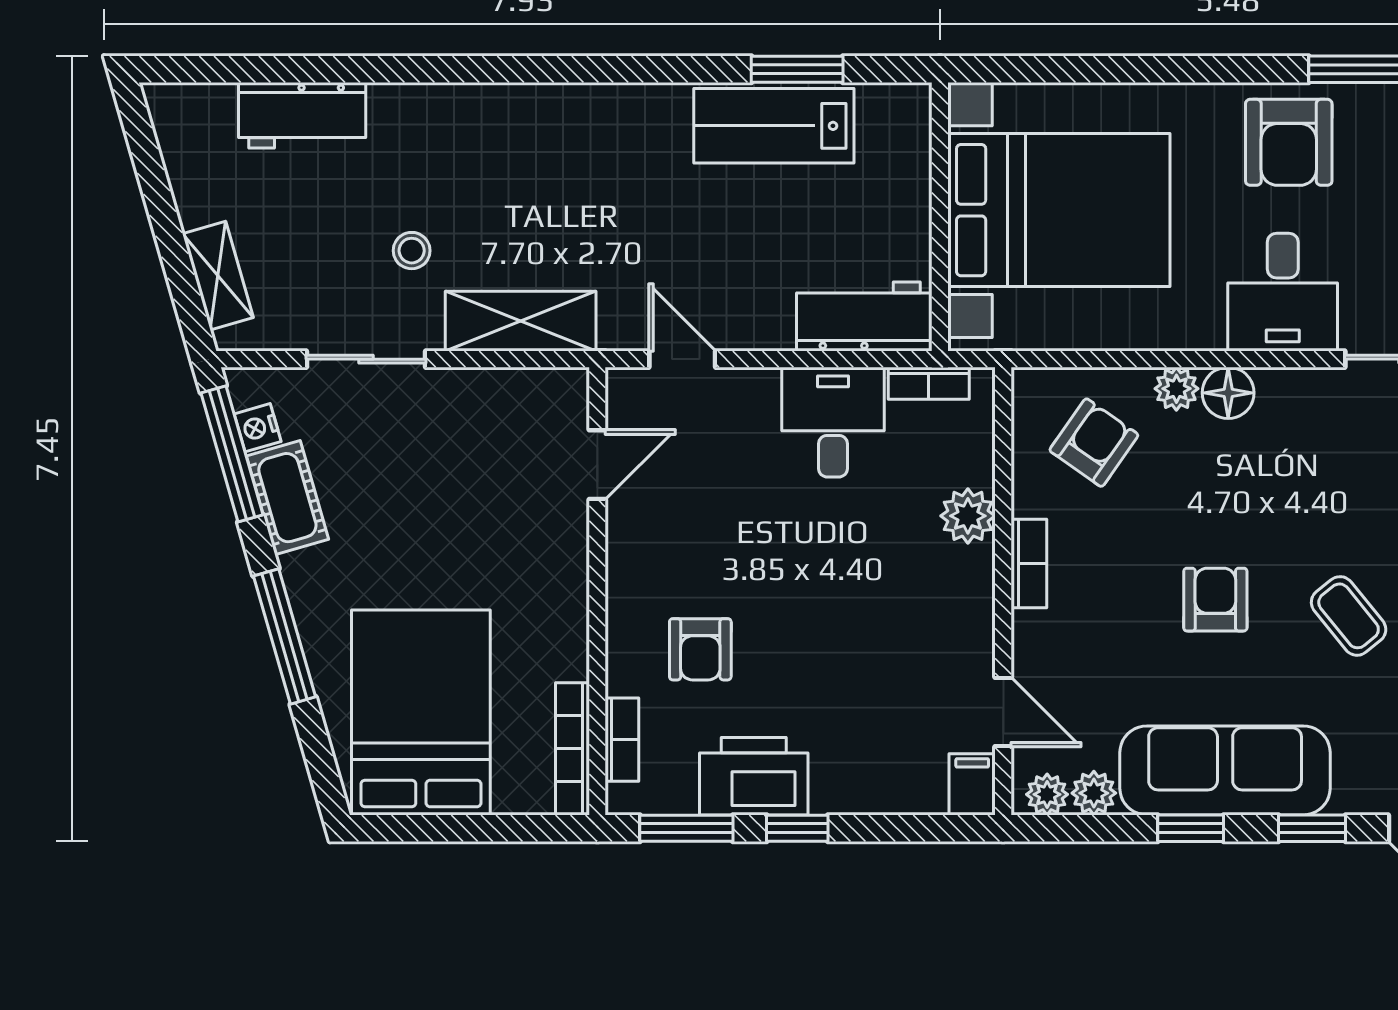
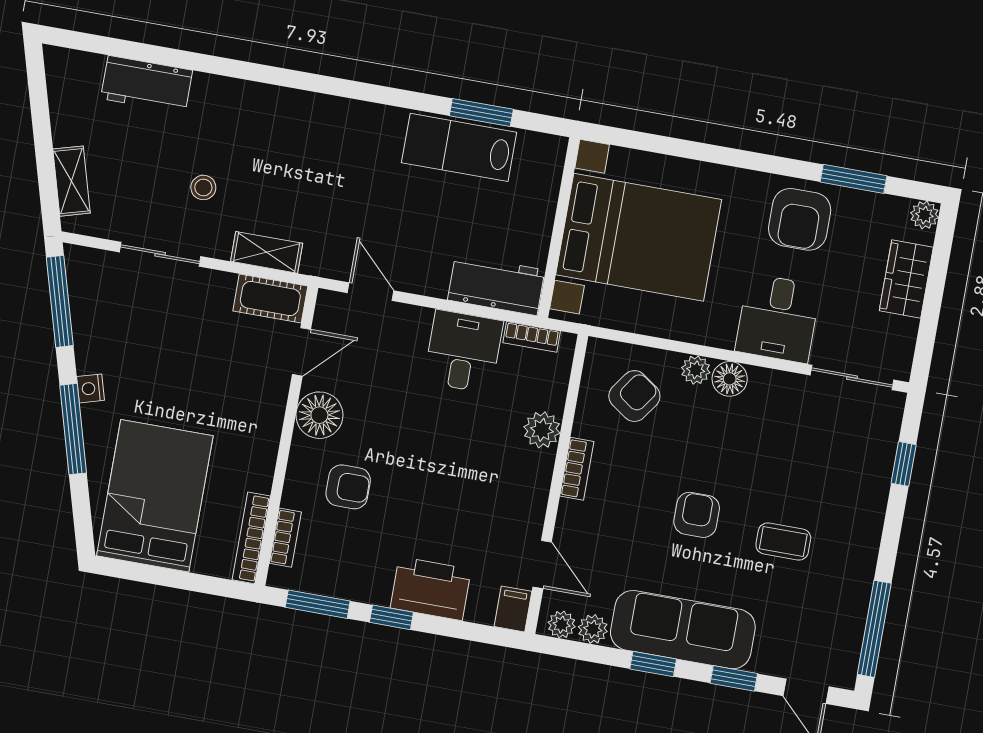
shelving: (521, 321) -> (267, 252), width x0.67, depth x0.75
nightstand: (258, 428) -> (91, 388), moved
cot: (287, 498) -> (270, 299), moved, turned -74
floor lamp: (640, 552) -> (319, 415), added
coffee table: (1349, 616) -> (783, 541), turned -51
armchair: (700, 649) -> (348, 487), turned -90
printer: (754, 776) -> (431, 589), moved

